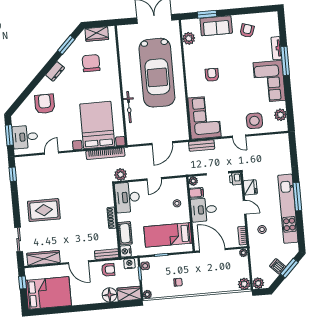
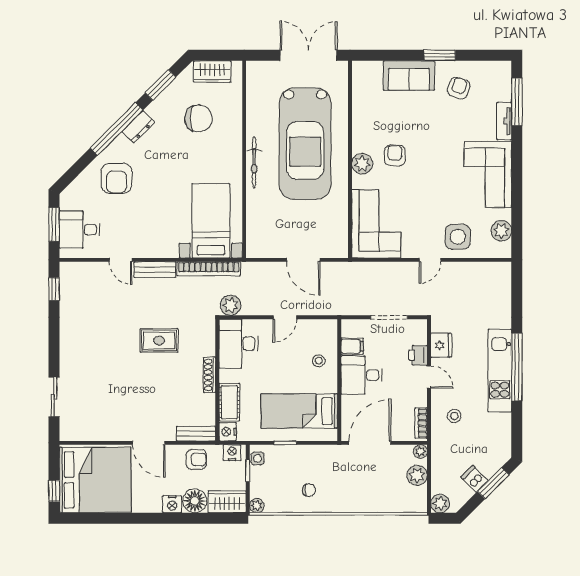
window: (207, 14) -> (440, 55), moved
plant: (189, 38) -> (362, 164), moved
window: (285, 61) -> (517, 102), moved
chair: (91, 63) -> (199, 118), turned 90
window: (42, 74) -> (117, 129), added
armchair: (45, 104) -> (117, 178), turned 180
bicycle: (129, 107) -> (254, 162), moved
bed with nightstands: (97, 125) -> (211, 221), width x0.73
door: (239, 136) -> (430, 260), hinge flipped
door: (162, 143) -> (303, 260), hinge flipped
bench: (202, 146) -> (155, 270), moved
door: (52, 153) -> (121, 260), swing flipped
printer: (235, 179) -> (418, 355), moved
plant: (193, 181) -> (349, 327), removed
window: (297, 197) -> (517, 367), width x1.46
kitchen unit: (288, 209) -> (500, 371), width x0.73
rug: (44, 210) -> (159, 341), moved, width x0.73, depth x0.70
door: (212, 250) -> (370, 443), hinge flipped
wardrobe: (44, 258) -> (92, 431), removed
window: (22, 283) -> (54, 491), moved
plant: (244, 284) -> (417, 475), moved
bed: (48, 293) -> (95, 480), width x1.36
nightstand: (96, 298) -> (172, 504), added

